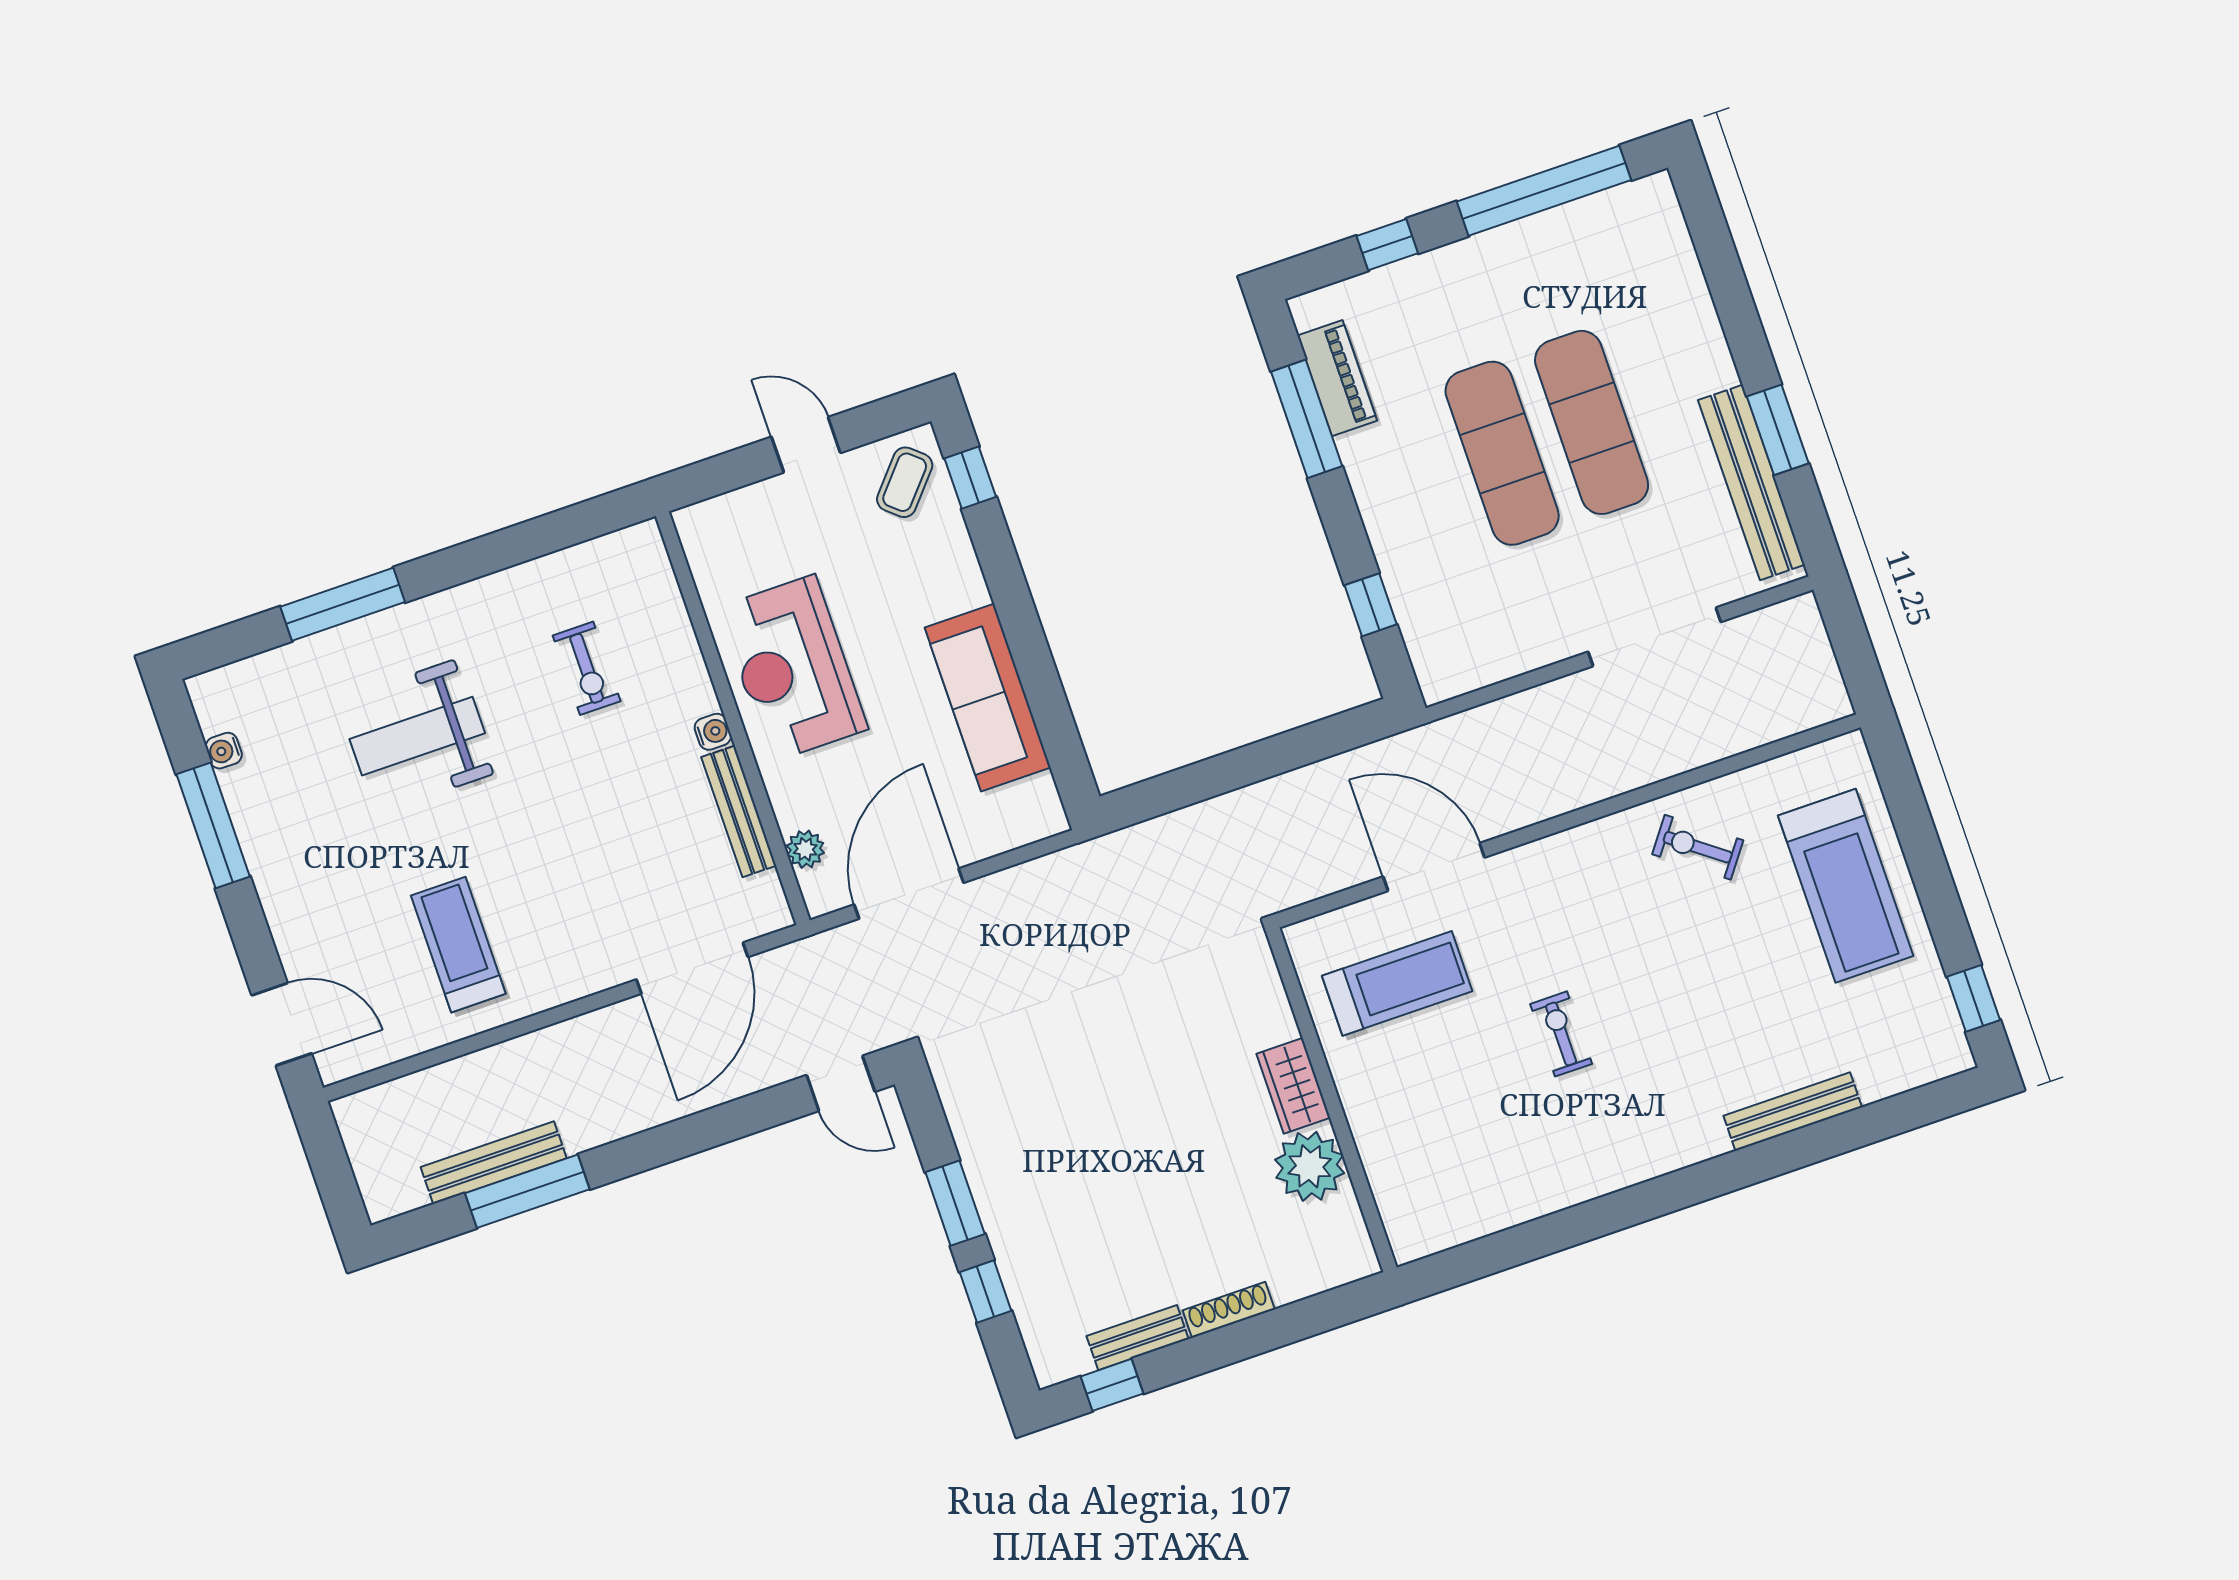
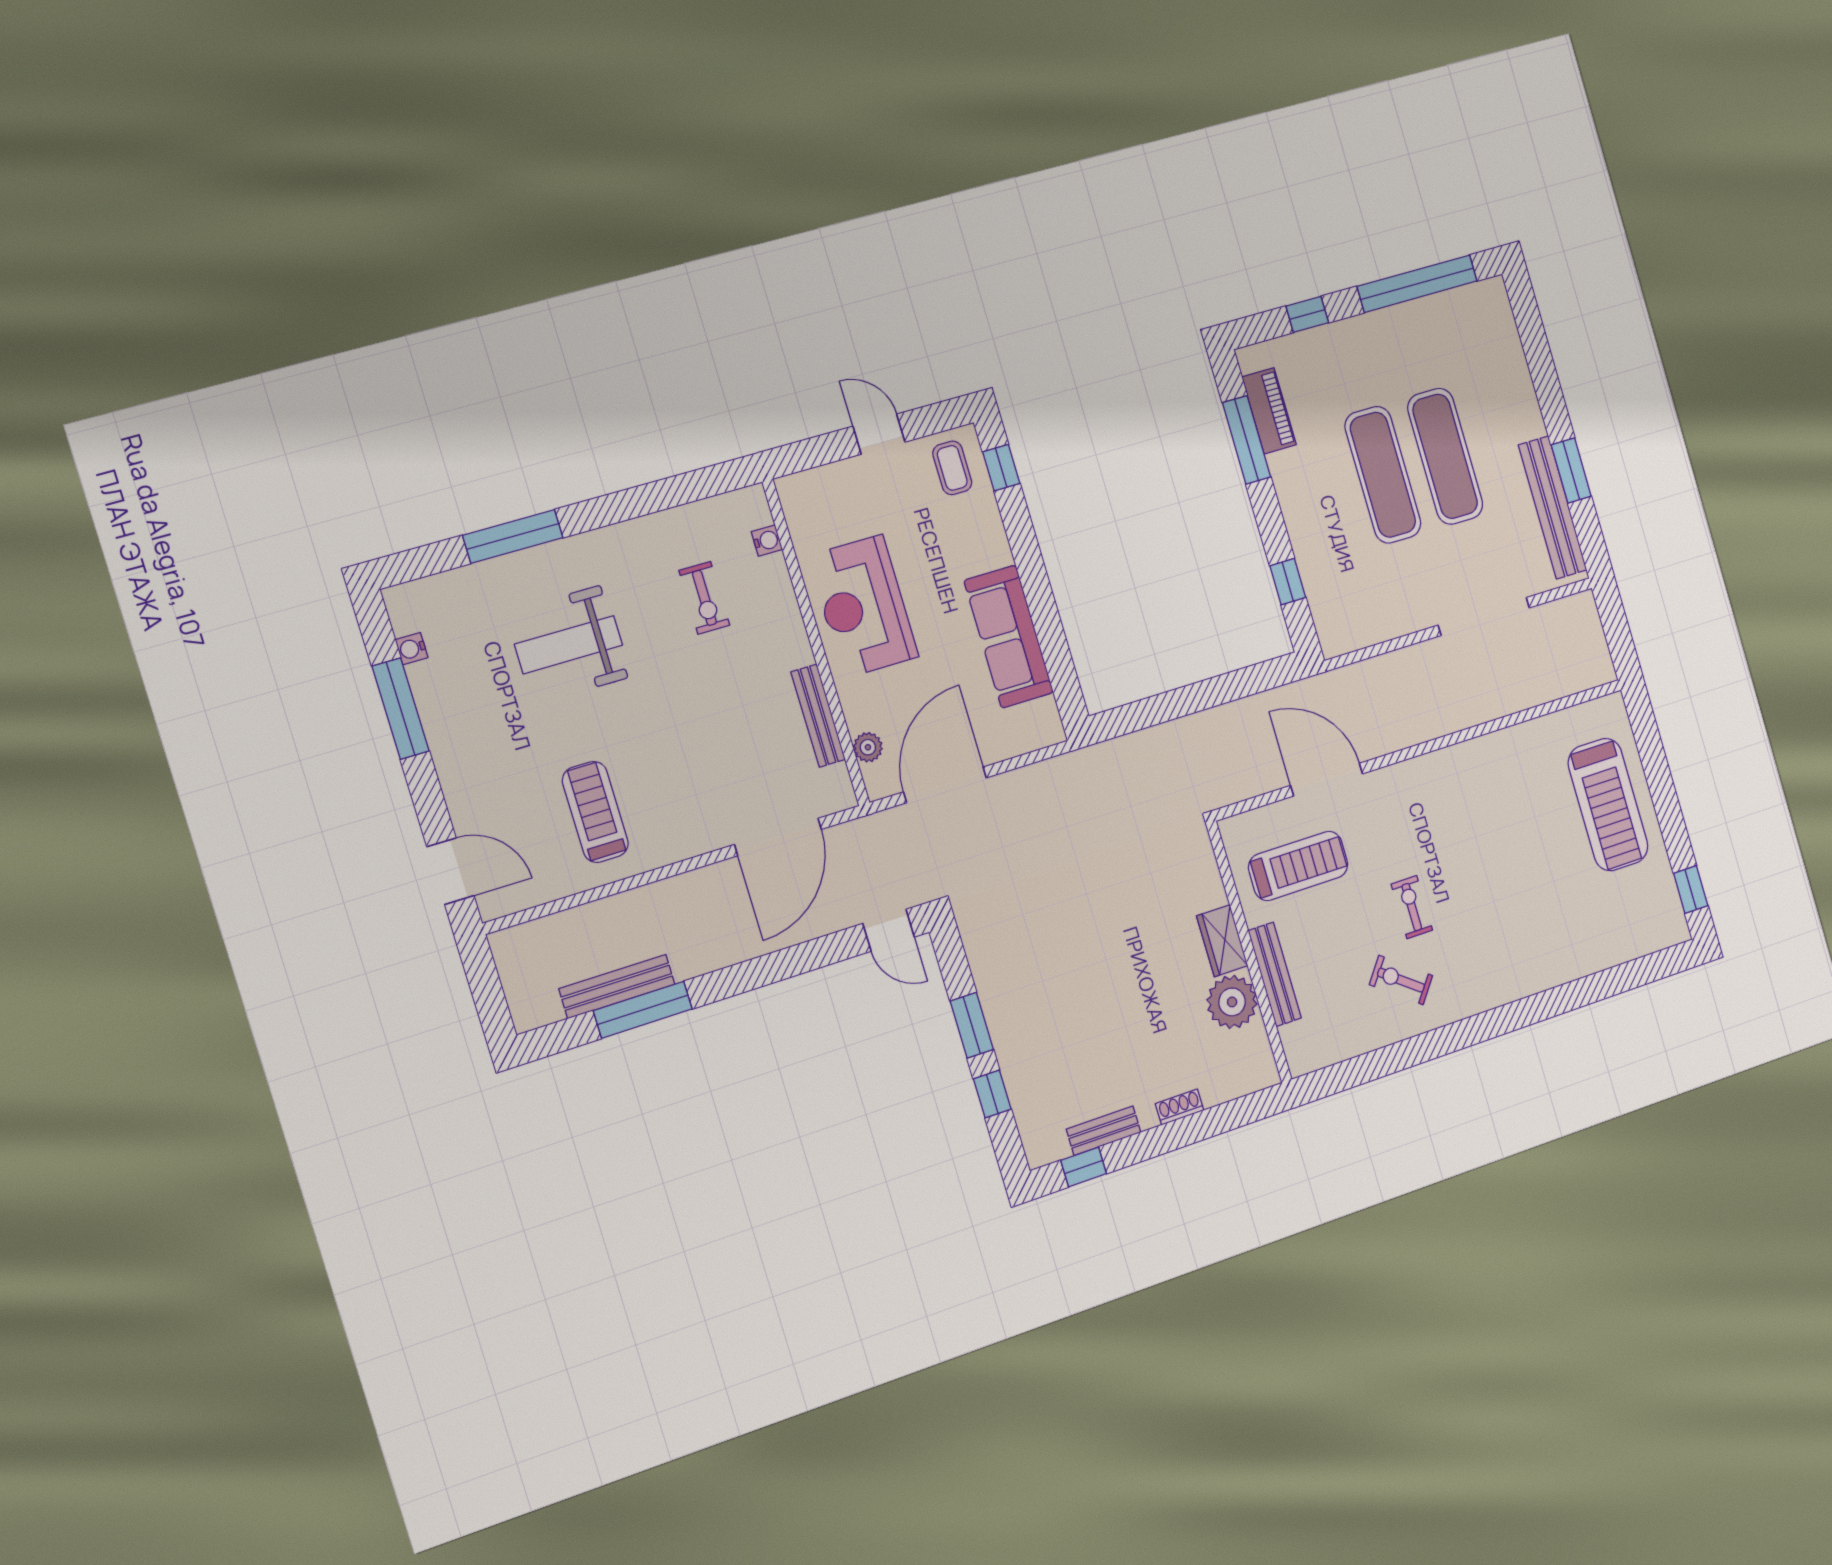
coffee table: (905, 482) -> (952, 468), turned -41
water cooler: (713, 732) -> (767, 541), moved
exercise bike: (1698, 847) -> (1401, 980), moved
bench: (1793, 1111) -> (1275, 974), moved, turned 90
shoe rack: (1229, 1310) -> (1180, 1107), width x0.70

